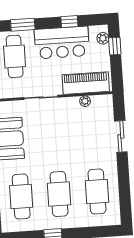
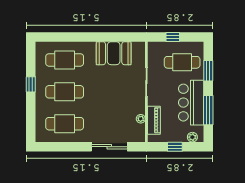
window: (69, 22) -> (208, 110), width x2.17
window: (115, 46) -> (175, 147), moved
piano: (86, 83) -> (154, 120), width x0.73, depth x0.75
sliding door: (121, 136) -> (109, 147), width x1.37

